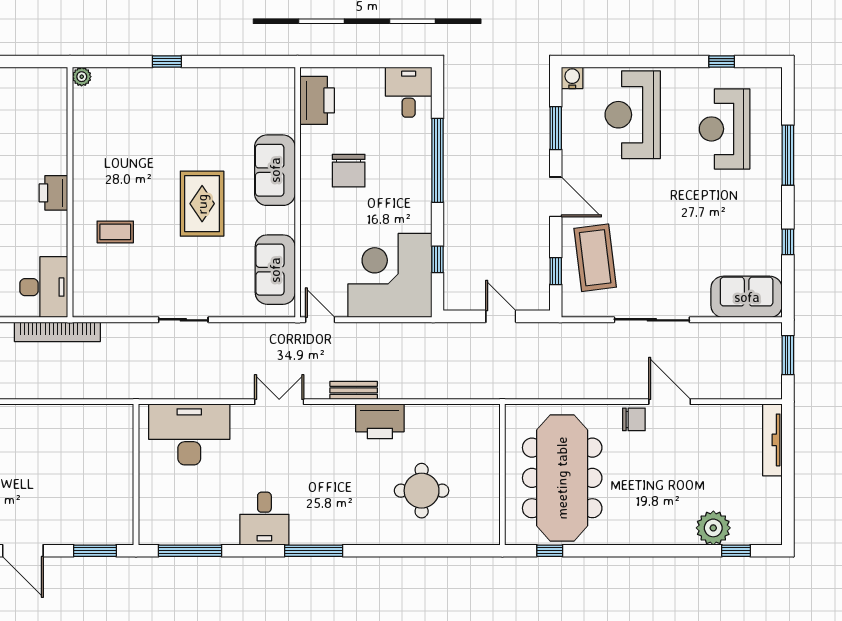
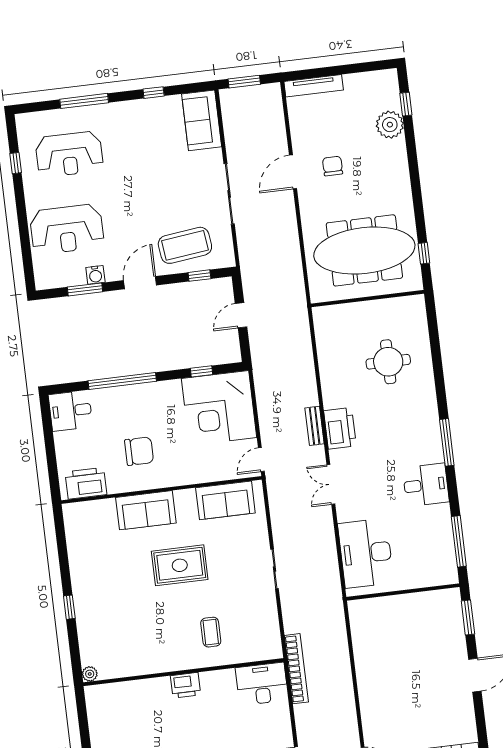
water cooler: (572, 78) -> (95, 275), moved, turned -90
chair: (634, 419) -> (333, 166), moved
printer: (380, 421) -> (340, 428), moved

